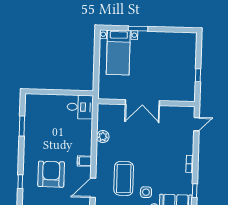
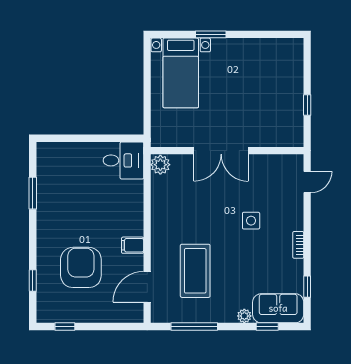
plant: (103, 137) -> (160, 165), moved
side table: (146, 192) -> (251, 221), moved

